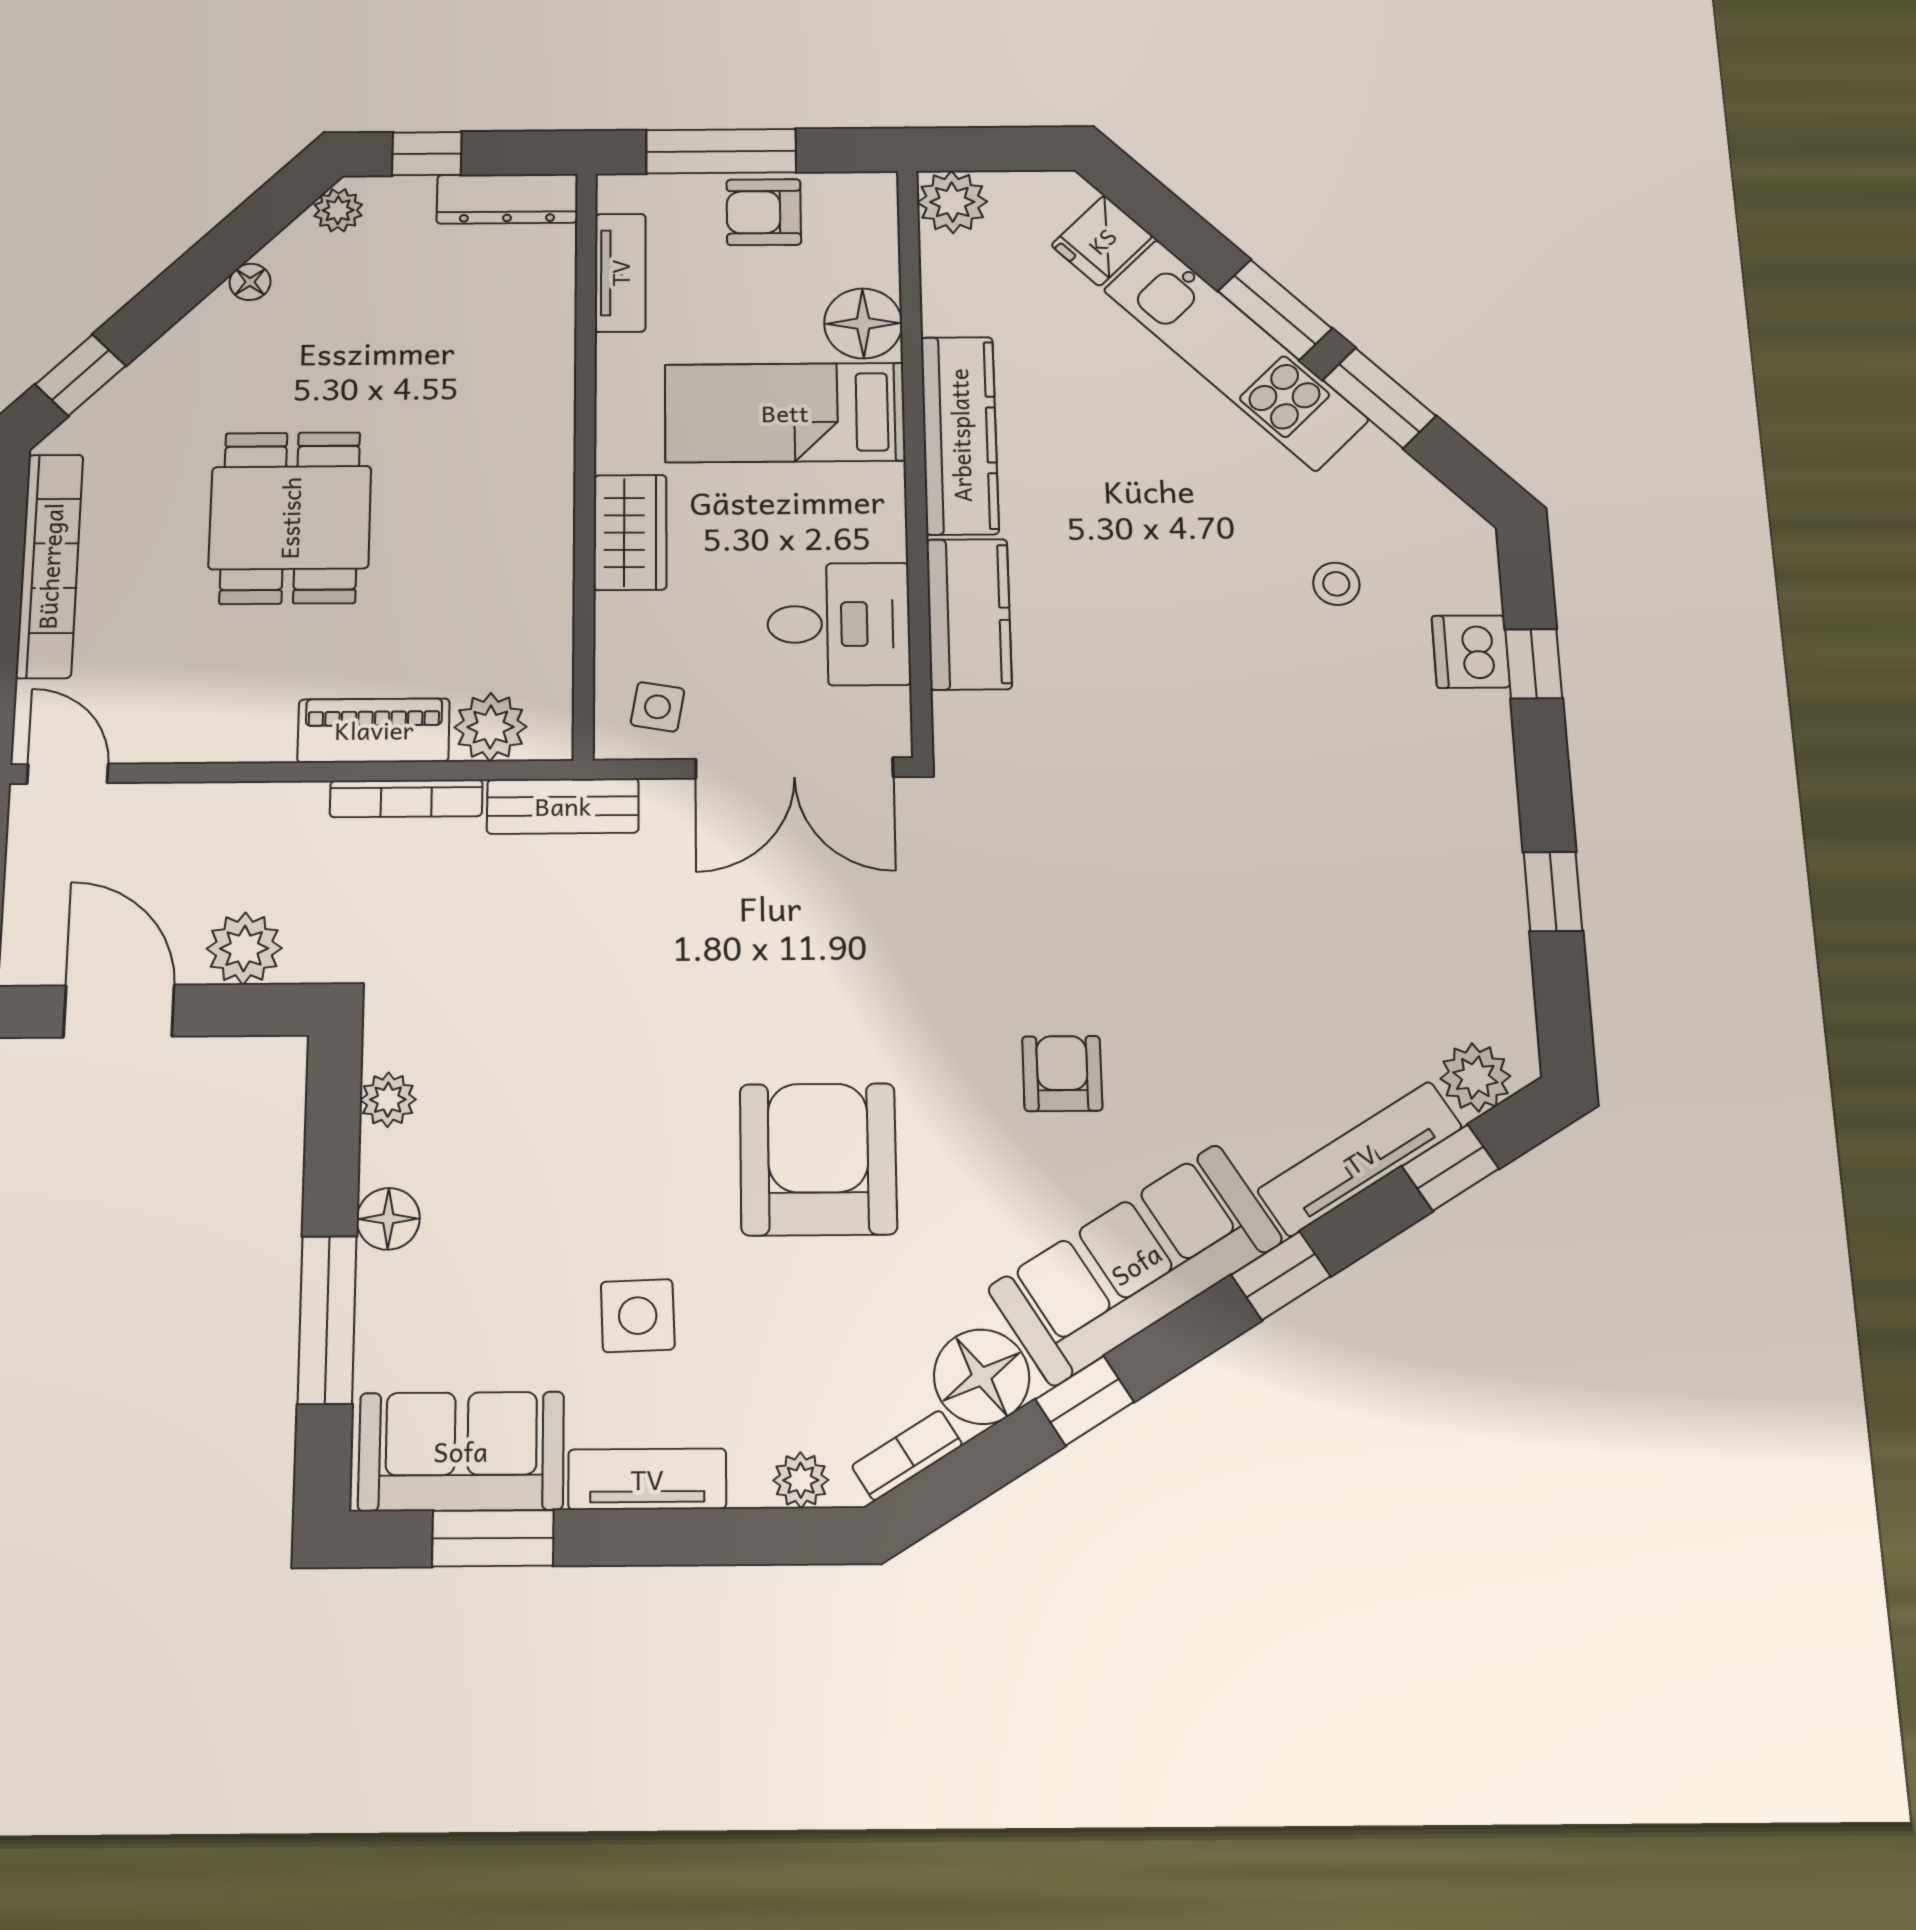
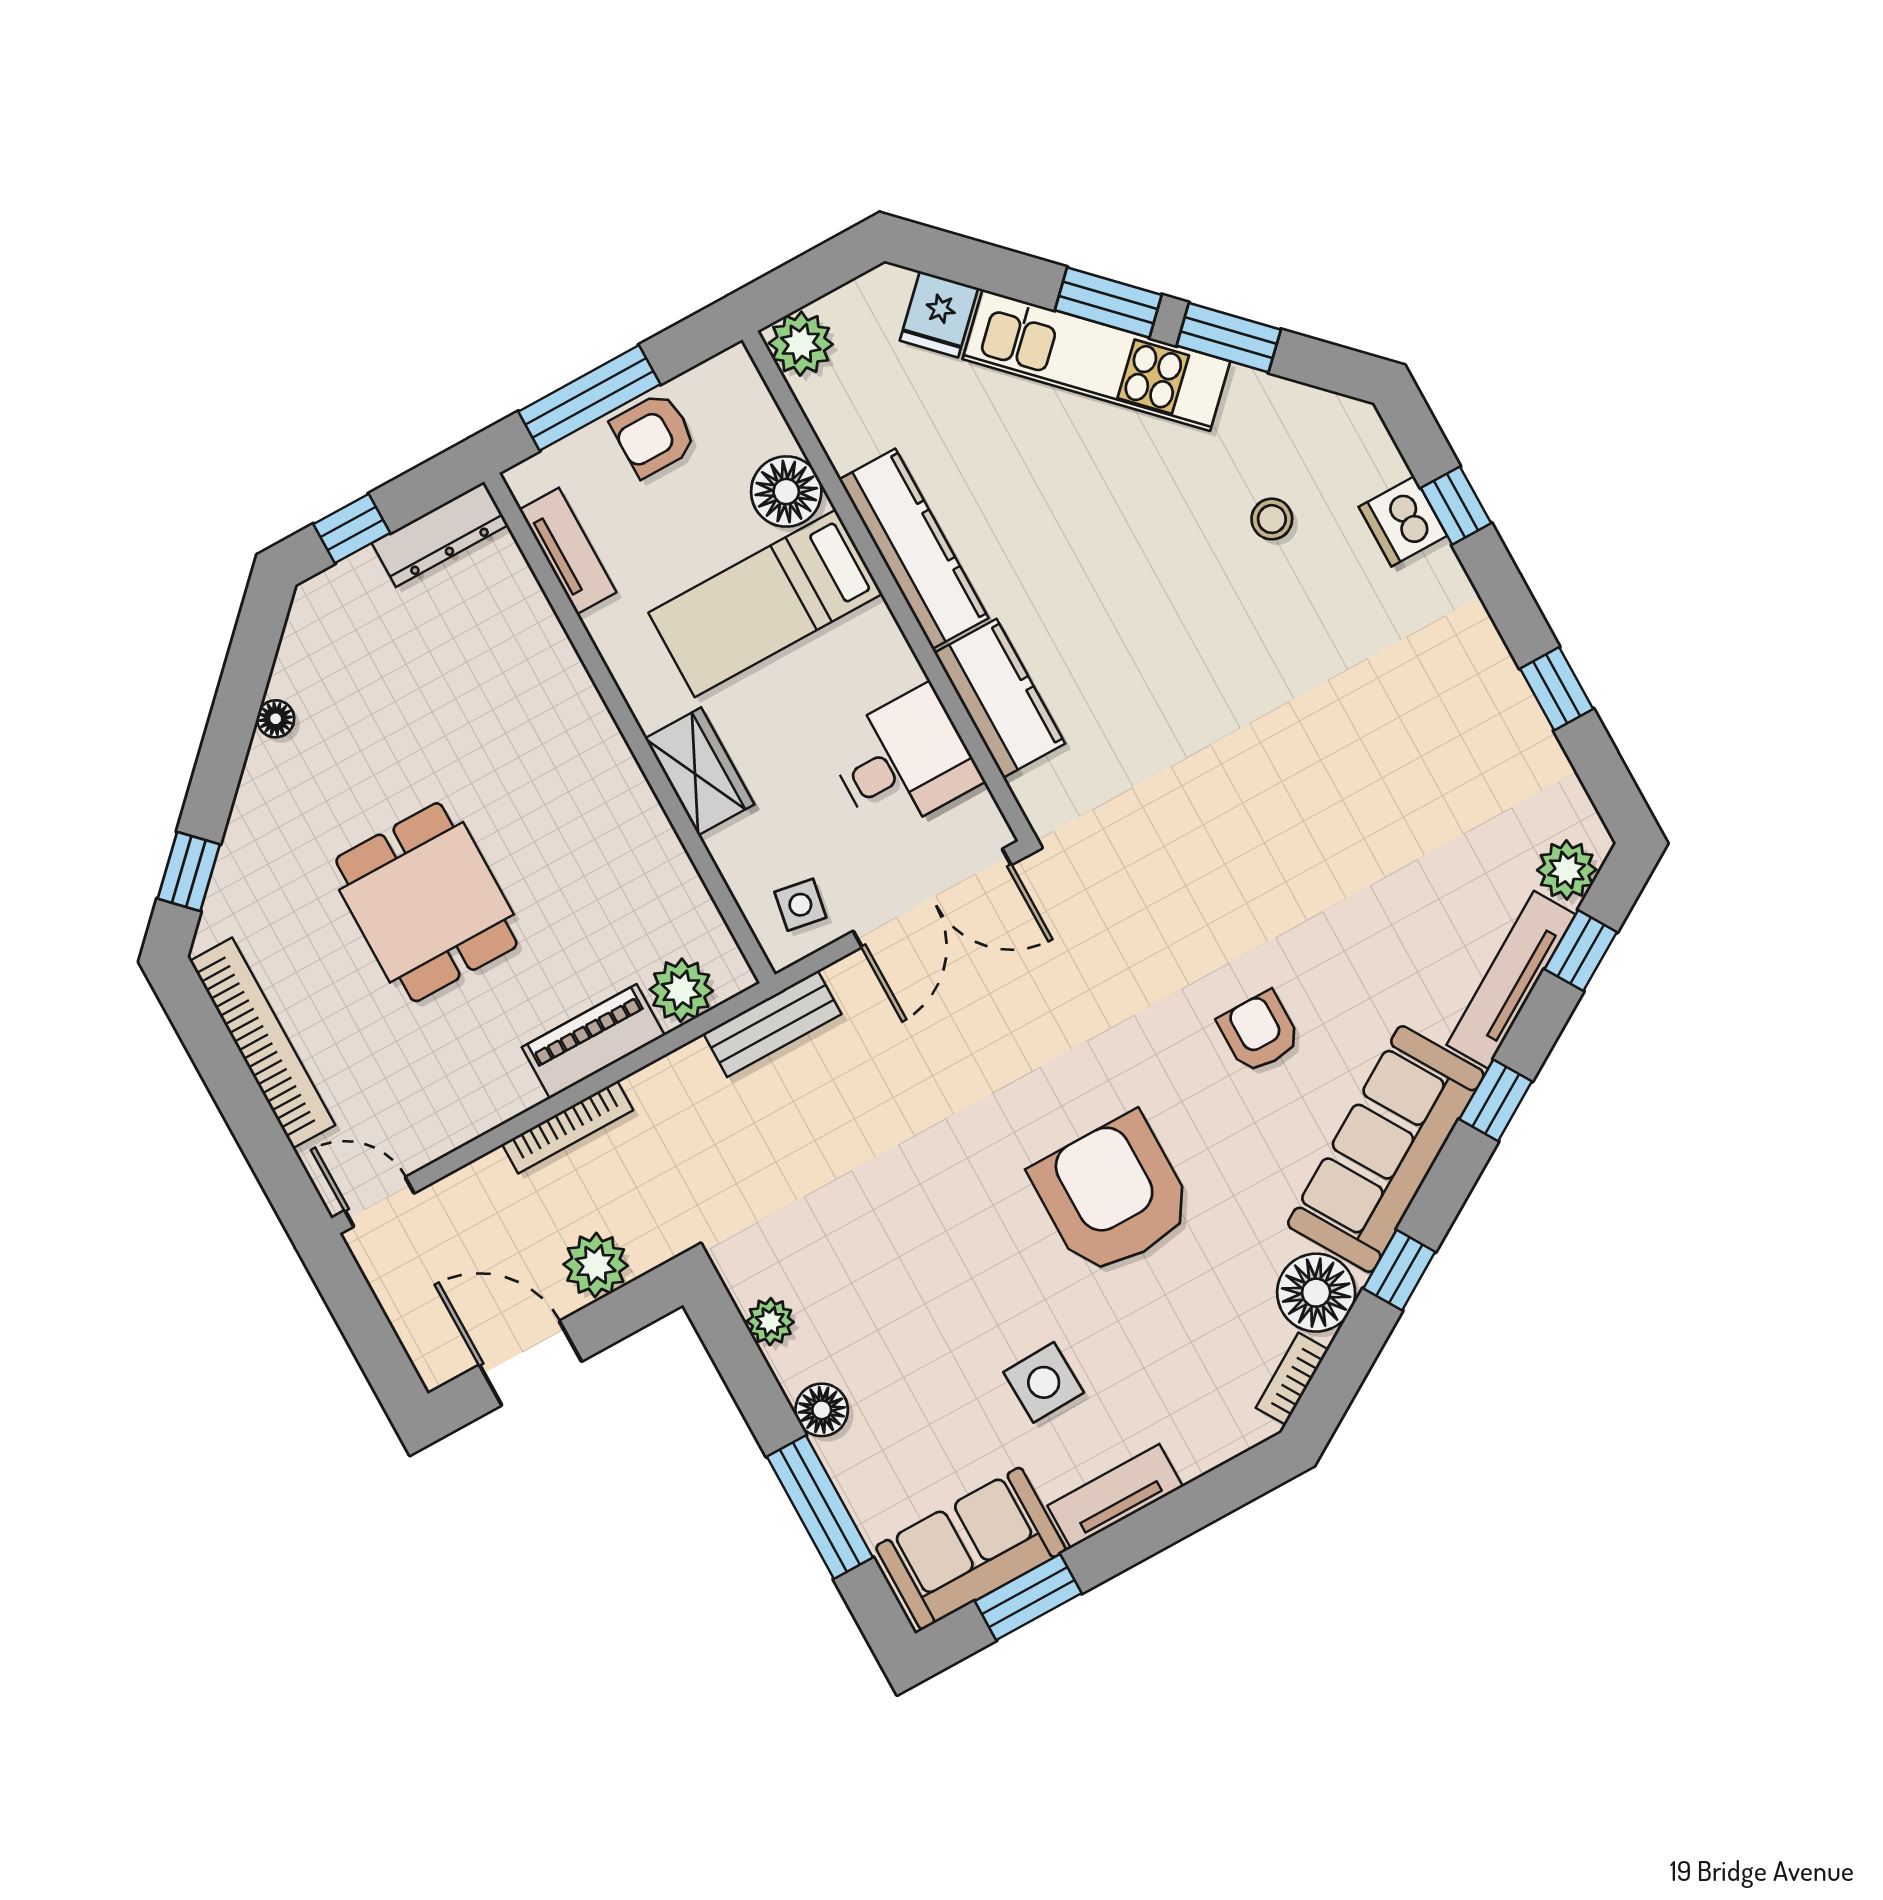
plant: (338, 210) -> (309, 618), removed
bookcase: (406, 798) -> (568, 1127), moved
plant: (801, 1480) -> (1225, 1438), removed

